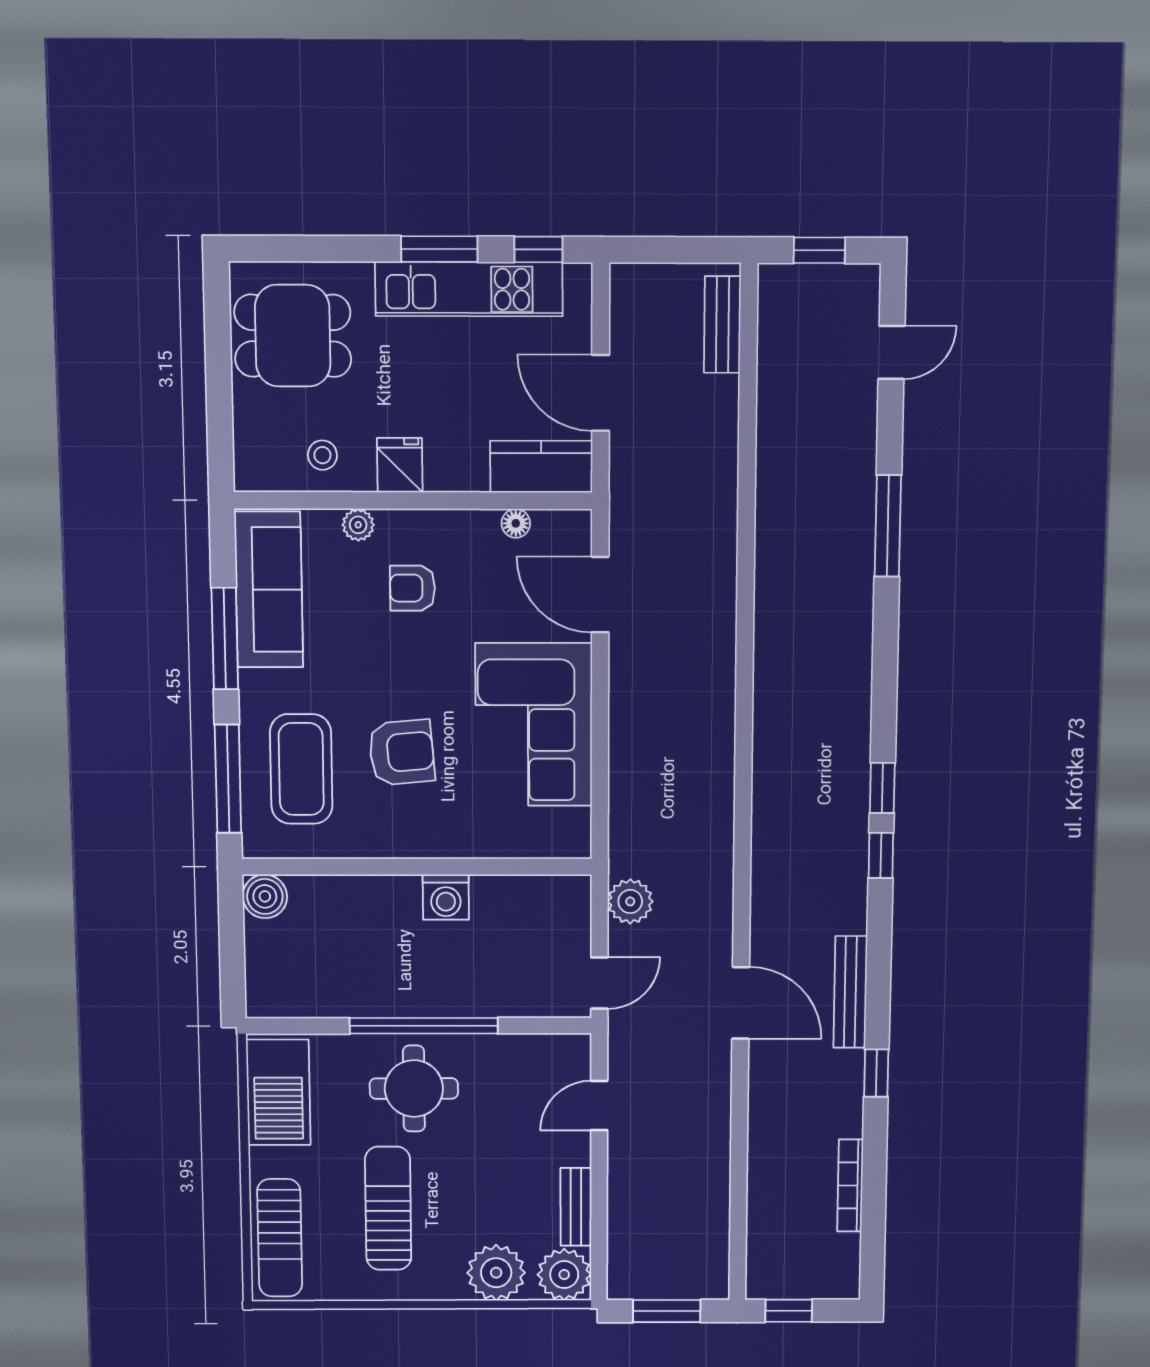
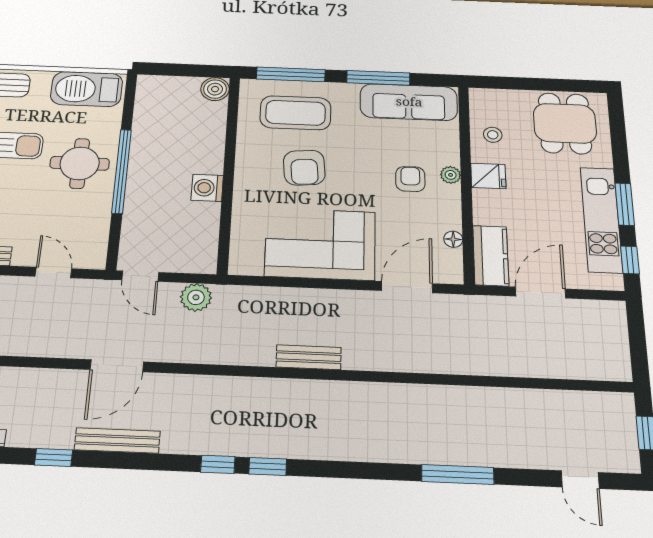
bench: (722, 325) -> (309, 357), moved
plant: (358, 525) -> (451, 175), moved

